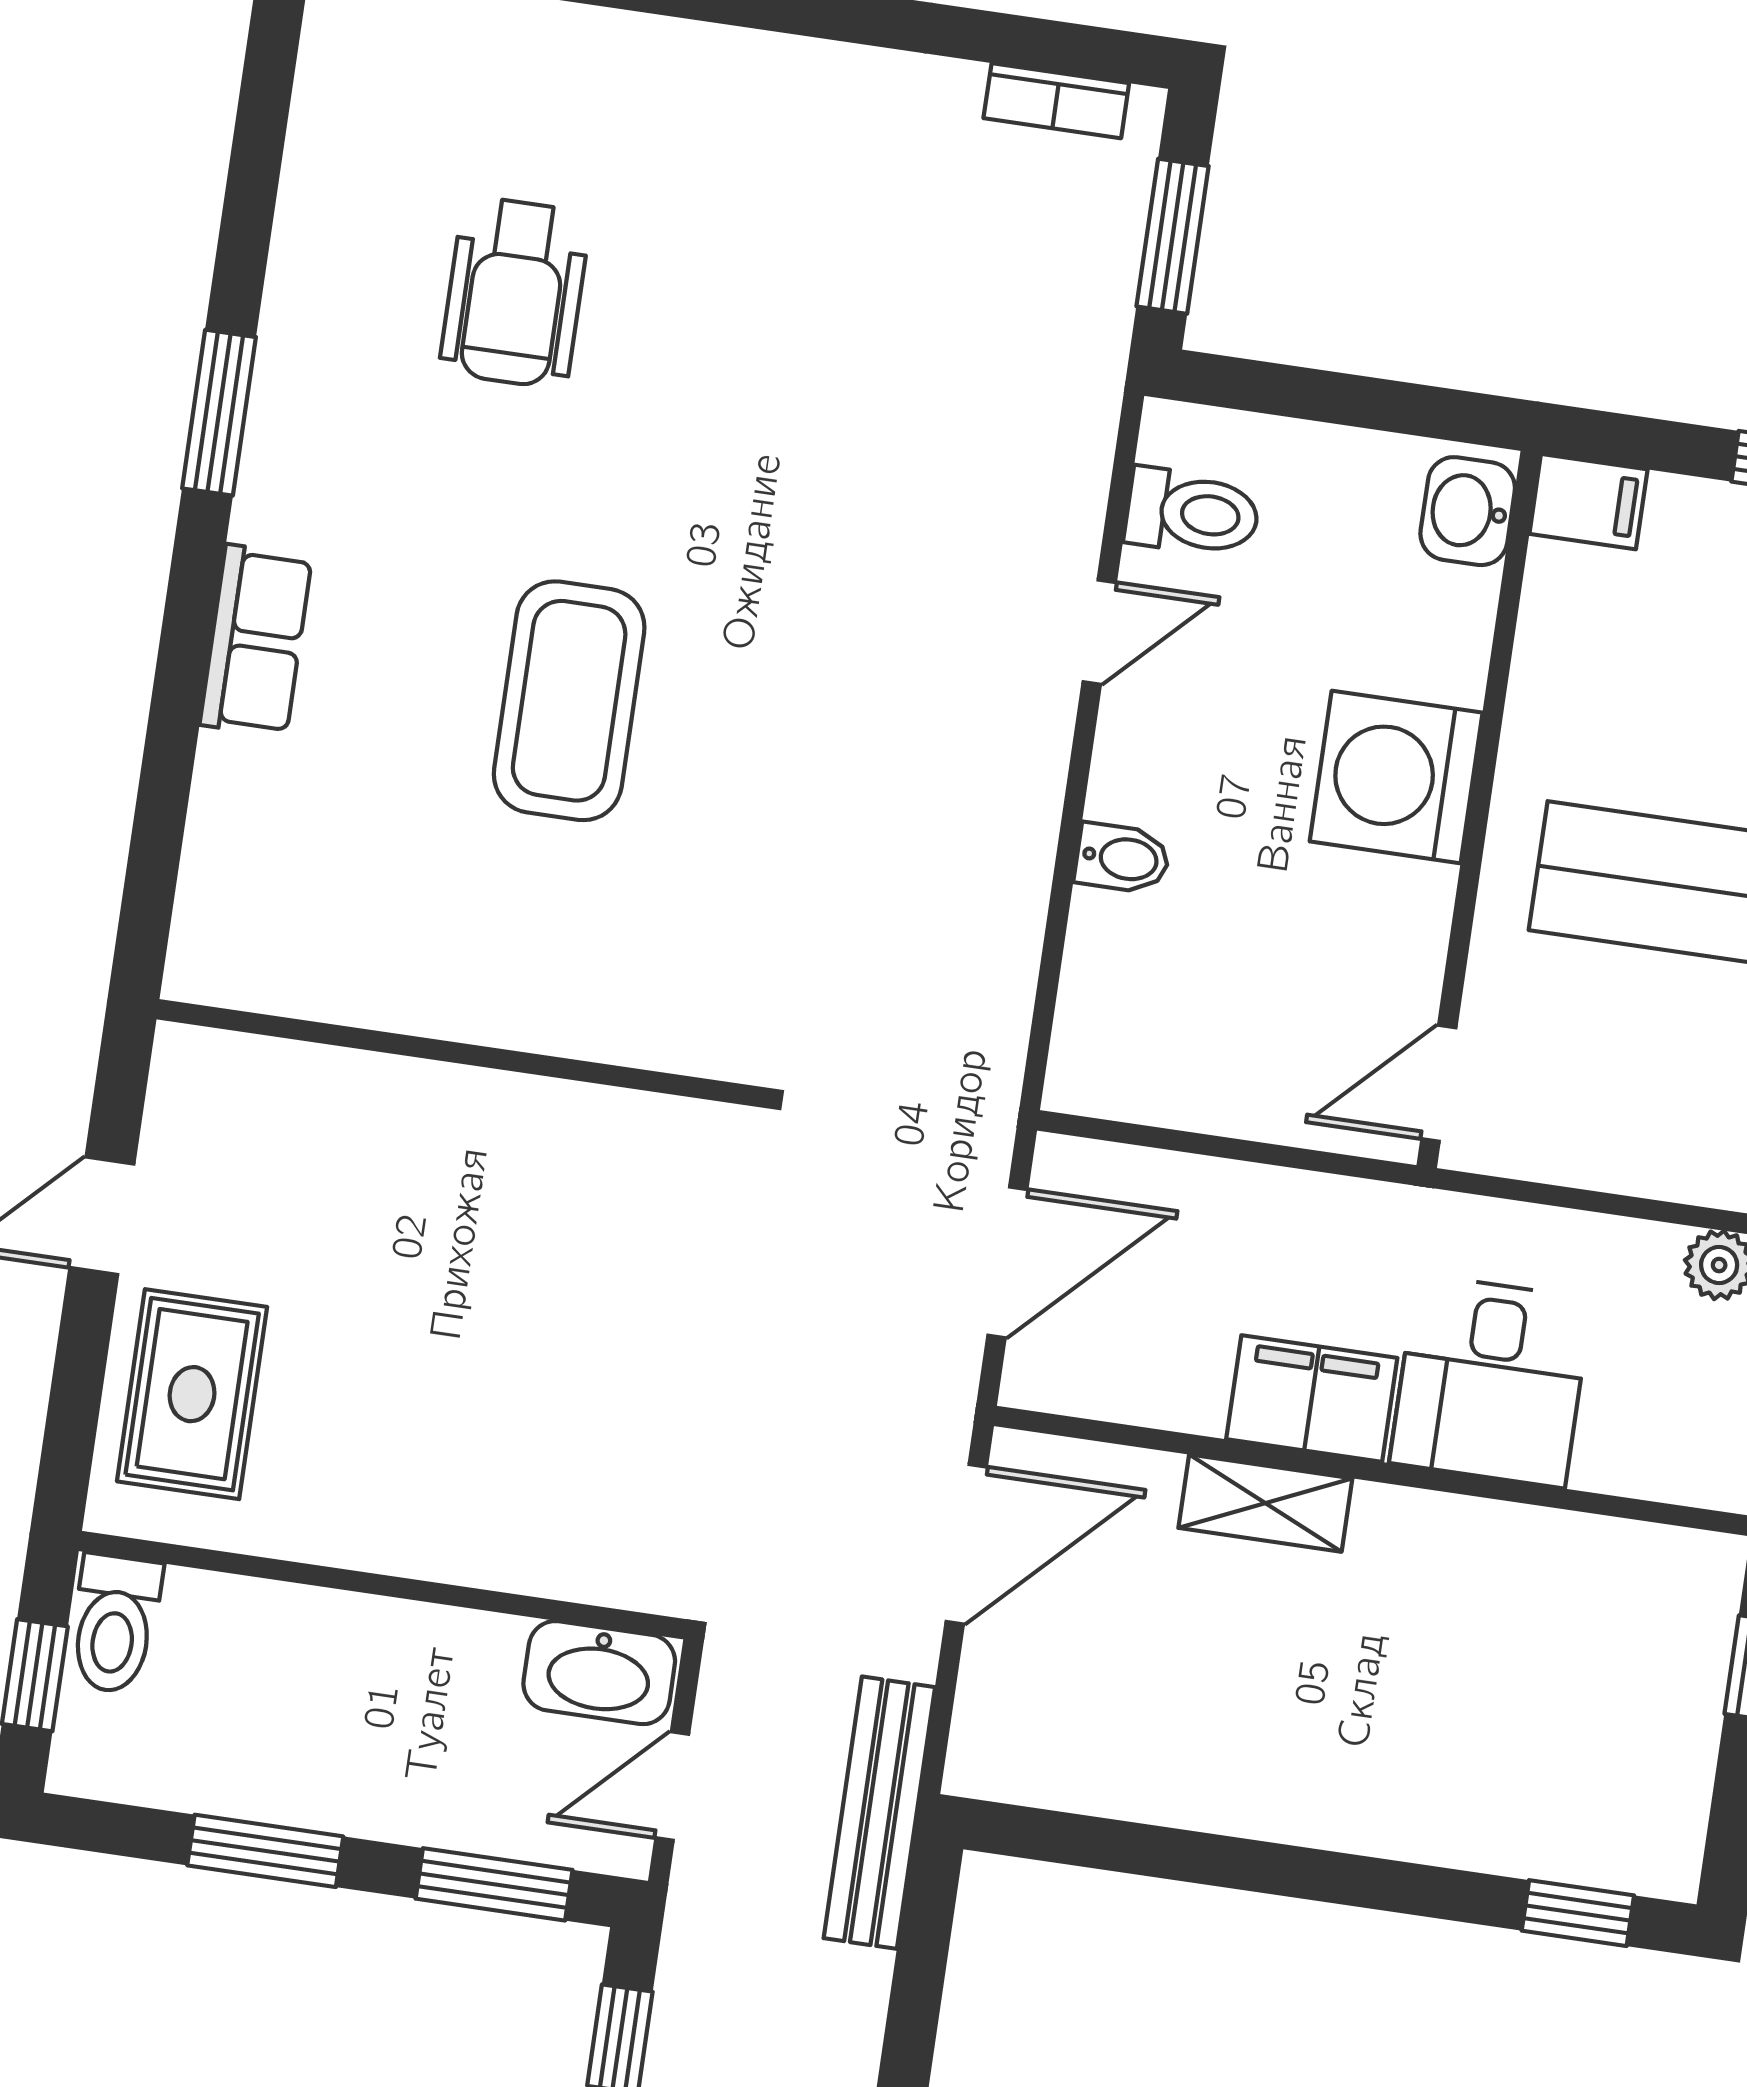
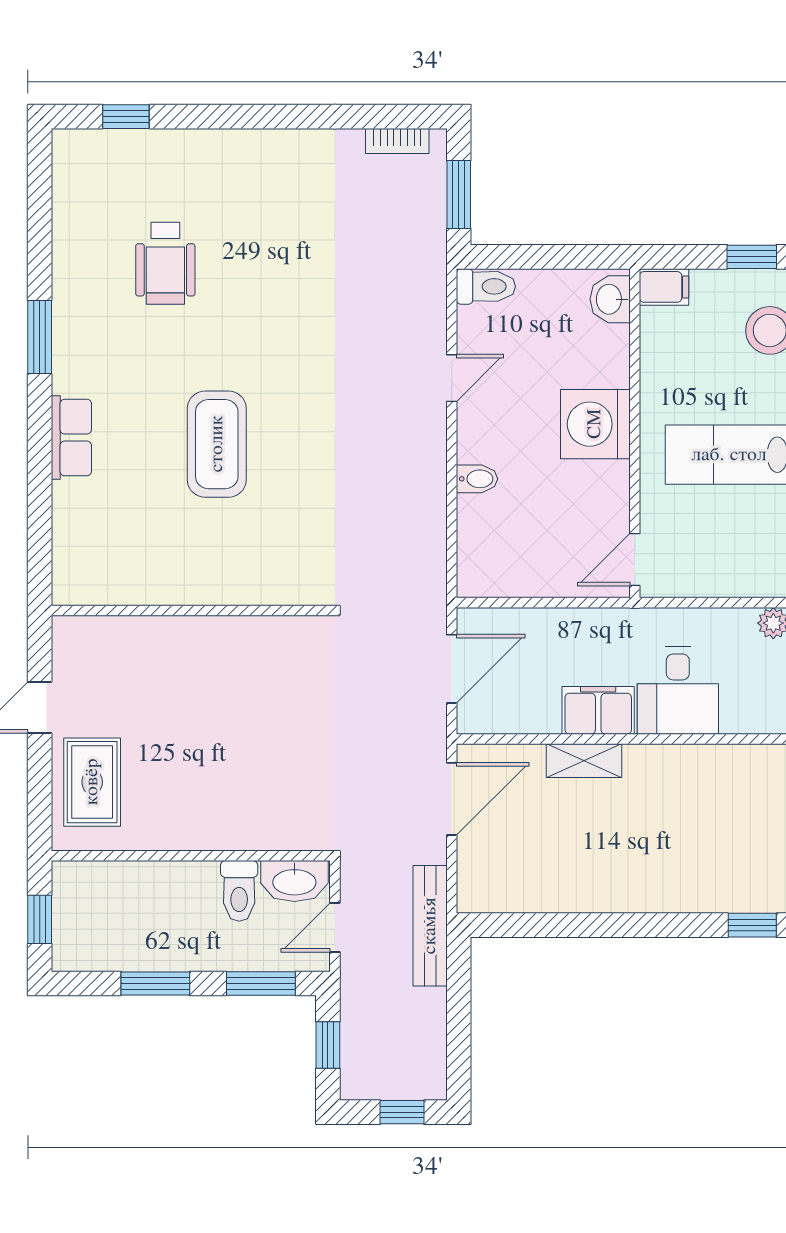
toilet: (1192, 513) -> (486, 286), moved
toilet: (115, 1624) -> (239, 891), moved

